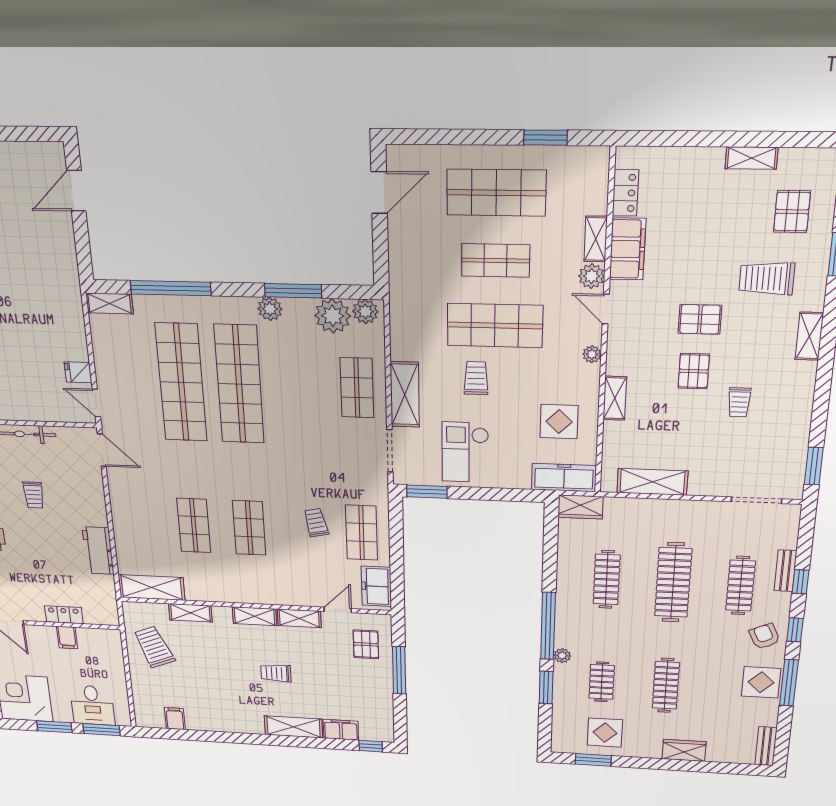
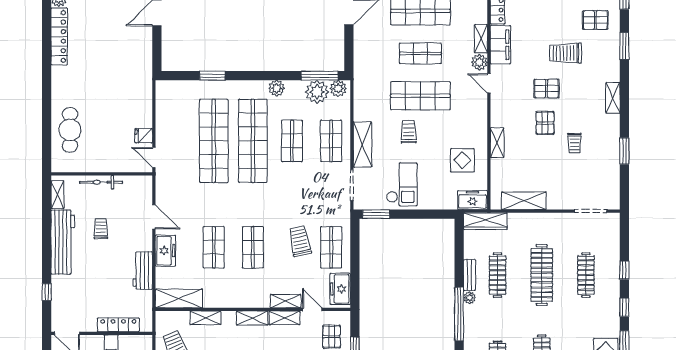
pallet: (792, 212) -> (595, 20), turned 90
trolley: (767, 278) -> (566, 53), moved
window: (171, 288) -> (212, 76), width x0.47
window: (293, 291) -> (320, 76), moved
shelving: (110, 303) -> (286, 301), moved
plant: (592, 354) -> (482, 113), removed
shop shelf: (298, 386) -> (292, 141), added
door: (102, 450) -> (154, 217), moved
checkout: (465, 452) -> (402, 184), turned 180
window: (814, 466) -> (624, 151), moved
freezer: (564, 478) -> (473, 200), width x0.71
trolley: (34, 495) -> (101, 229), turned 180
wardrobe: (580, 507) -> (485, 221), width x1.50
trolley: (316, 523) -> (300, 241), width x1.36, depth x1.39
freezer: (127, 527) -> (165, 251), added
bench: (785, 571) -> (469, 275), moved
door: (338, 610) -> (312, 309), hinge flipped
locker: (64, 615) -> (118, 325), width x1.53
armchair: (765, 636) -> (605, 314), removed
plant: (562, 656) -> (470, 298), moved

